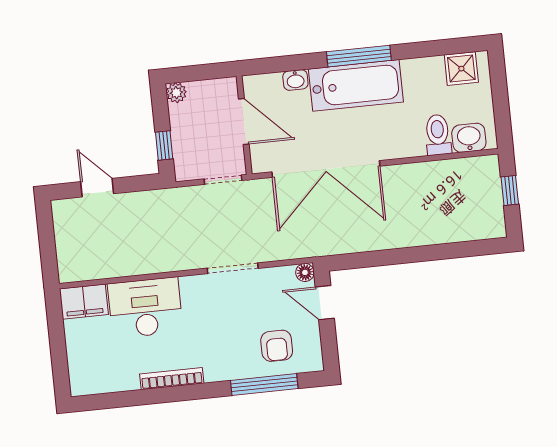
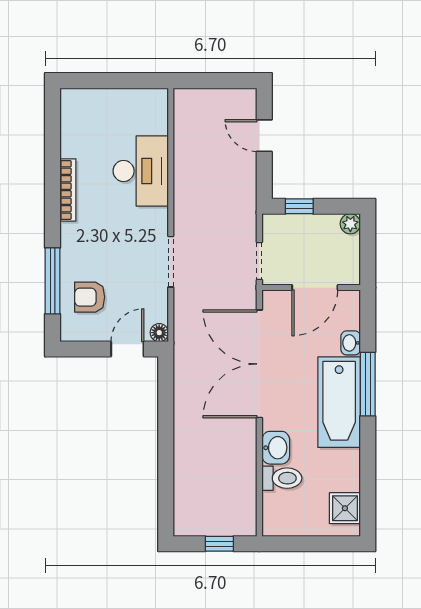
window: (359, 56) -> (368, 384), moved
washbasin: (469, 138) -> (276, 448), moved
door: (97, 188) -> (264, 136), swing flipped
filing cabinet: (84, 302) -> (153, 111), removed

